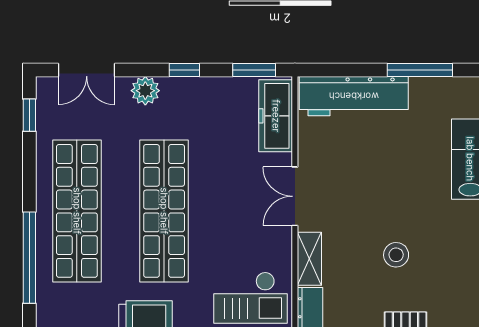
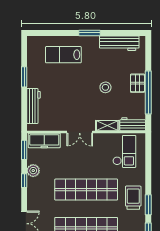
window: (420, 70) -> (24, 77), width x0.69
plant: (145, 91) -> (33, 171), moved
workbench: (354, 96) -> (33, 106), width x0.73, depth x0.76

